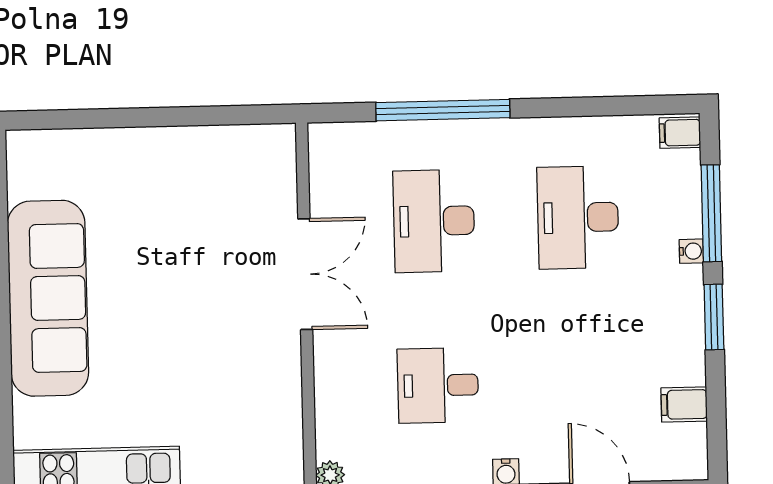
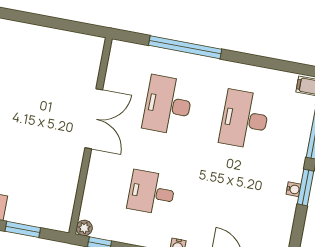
water cooler: (691, 251) -> (294, 189), moved
filing cabinet: (684, 404) -> (280, 230), removed

